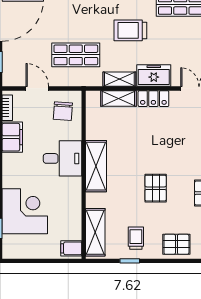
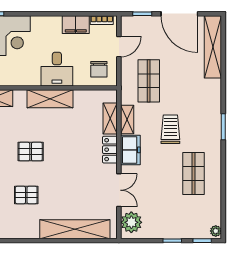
chair: (63, 111) -> (99, 69), turned -94

